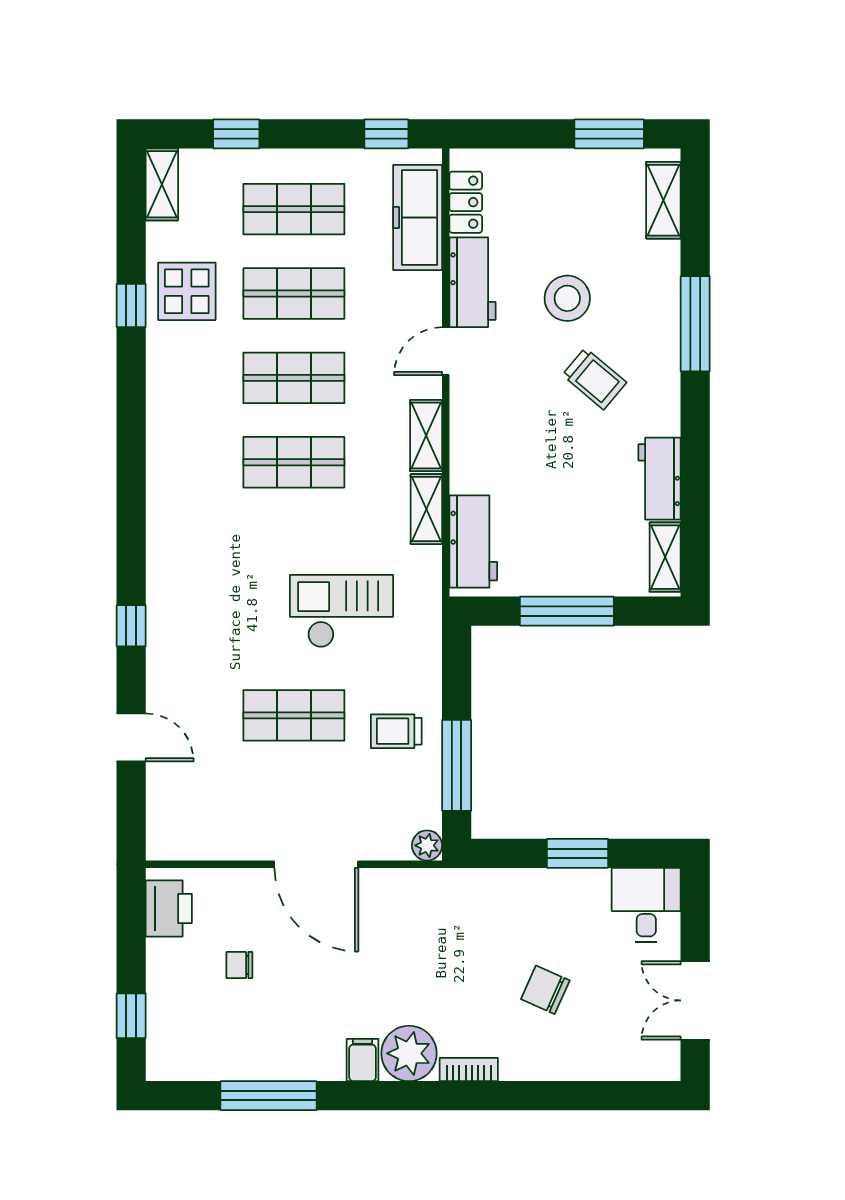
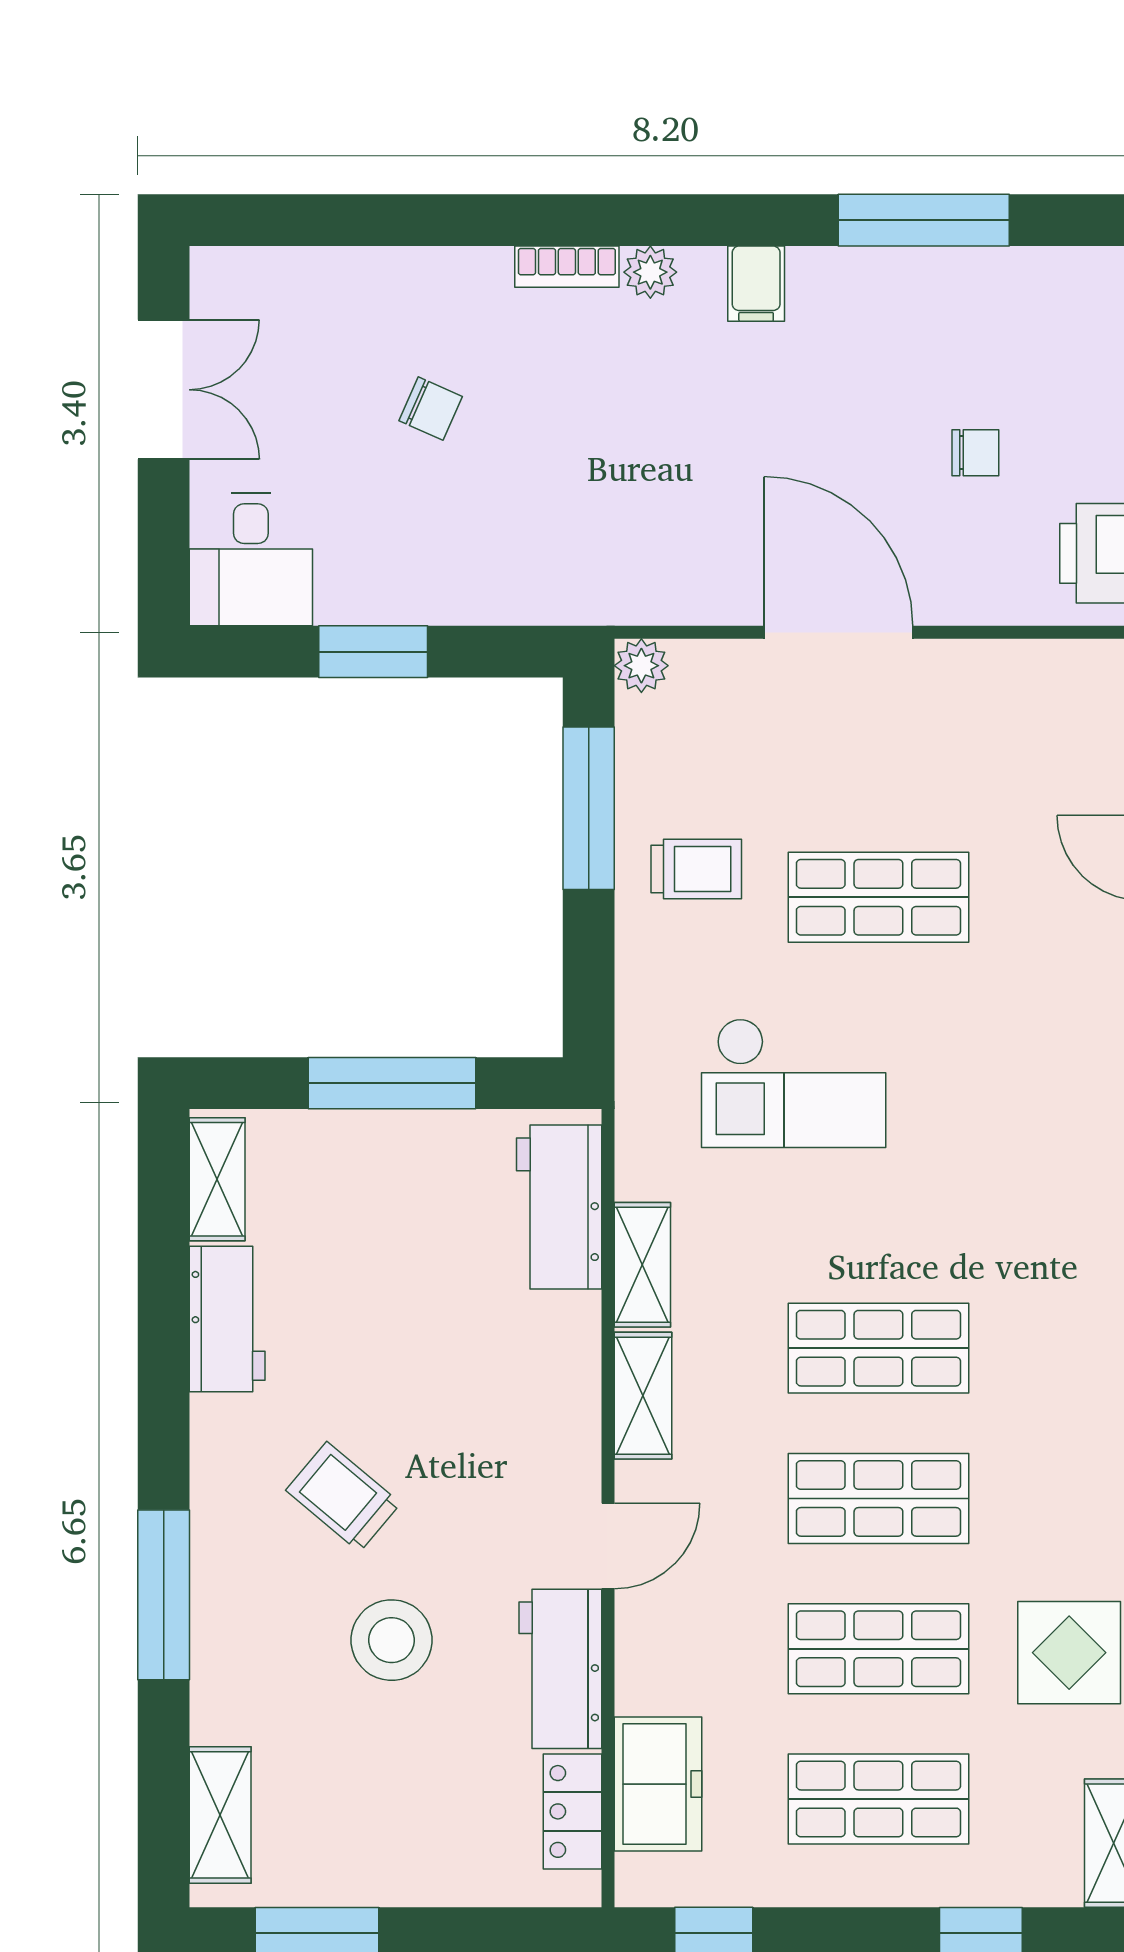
freezer: (418, 218) -> (658, 1784), width x0.71
chair: (545, 990) -> (431, 409), width x0.73, depth x0.73
plant: (409, 1053) -> (650, 272), width x0.53, depth x0.53

